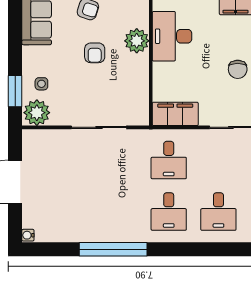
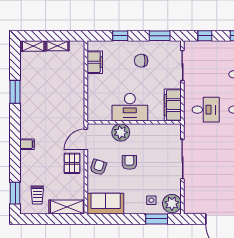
desk: (172, 36) -> (130, 107), moved
armchair: (95, 53) -> (129, 162), turned -90
chair: (238, 69) -> (141, 61), turned 180

